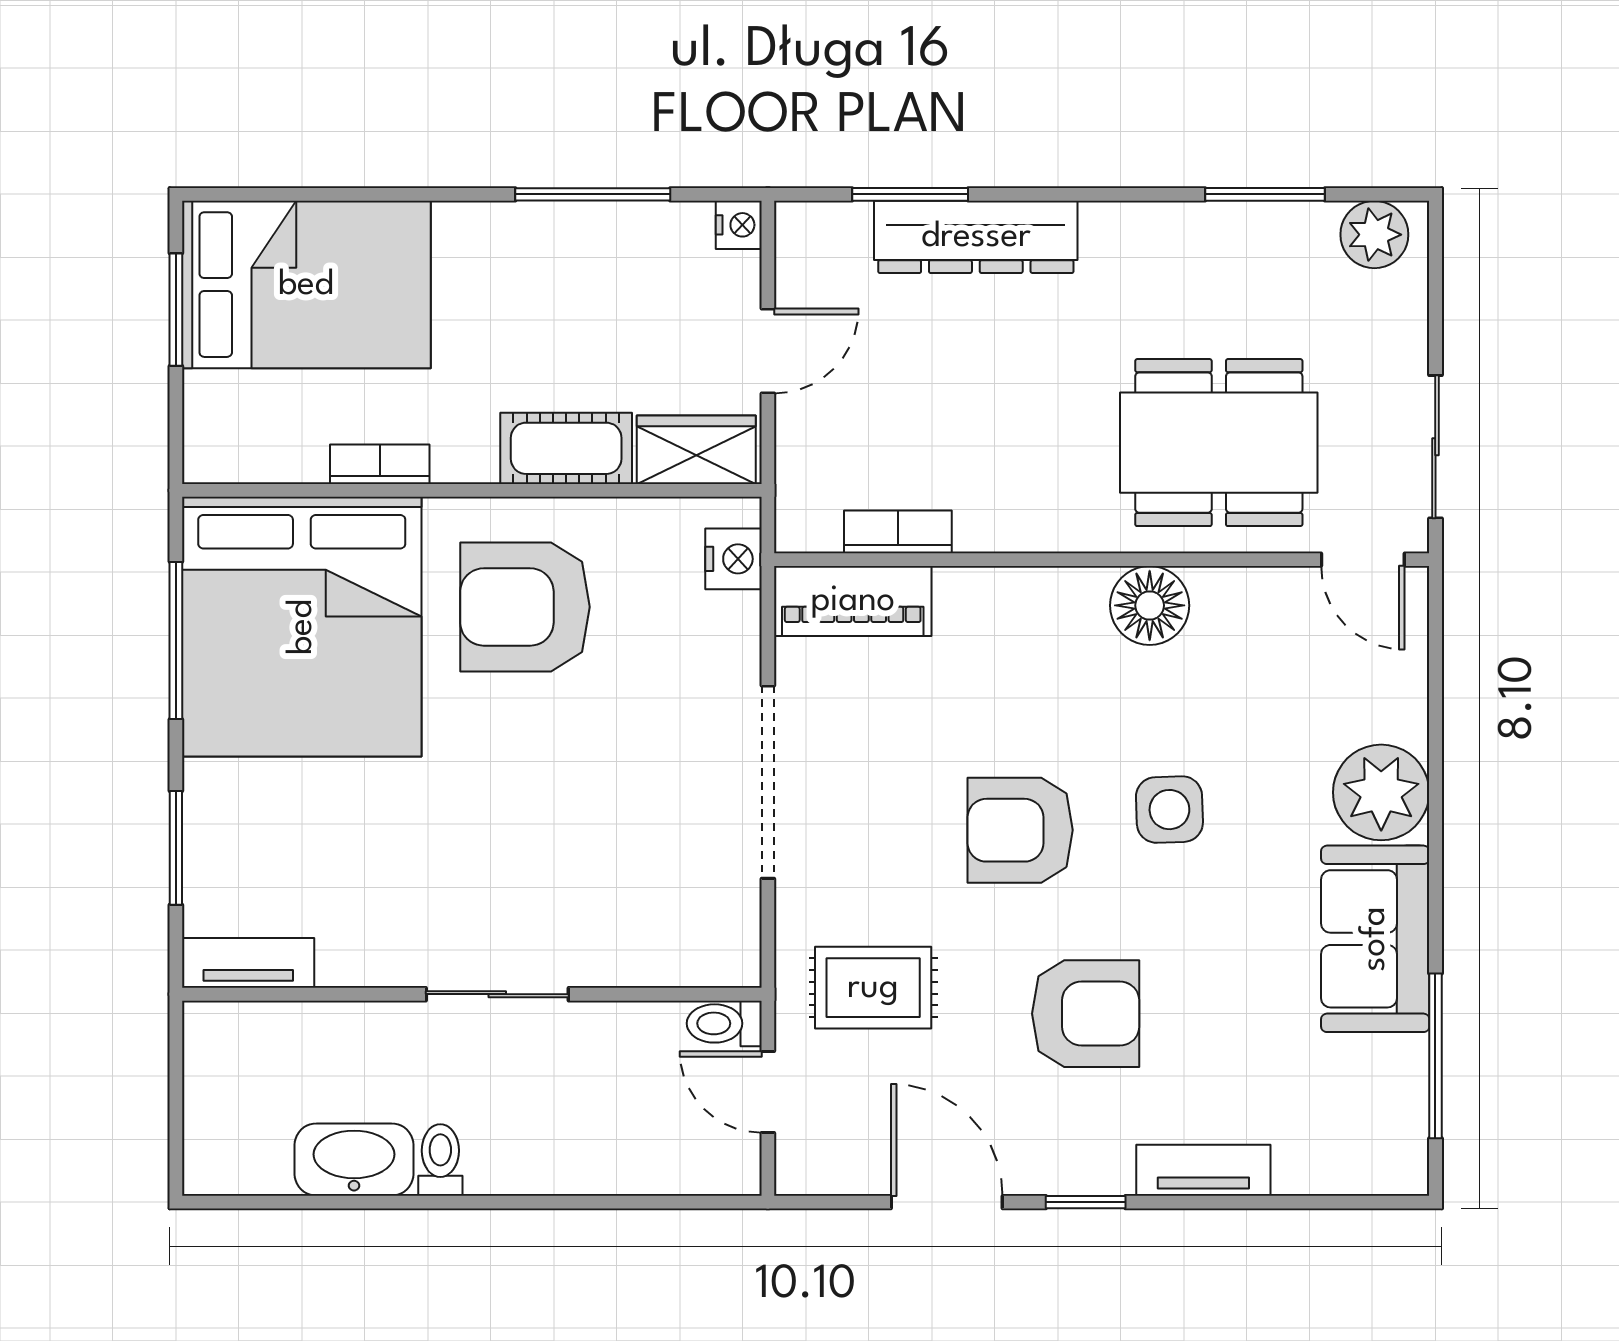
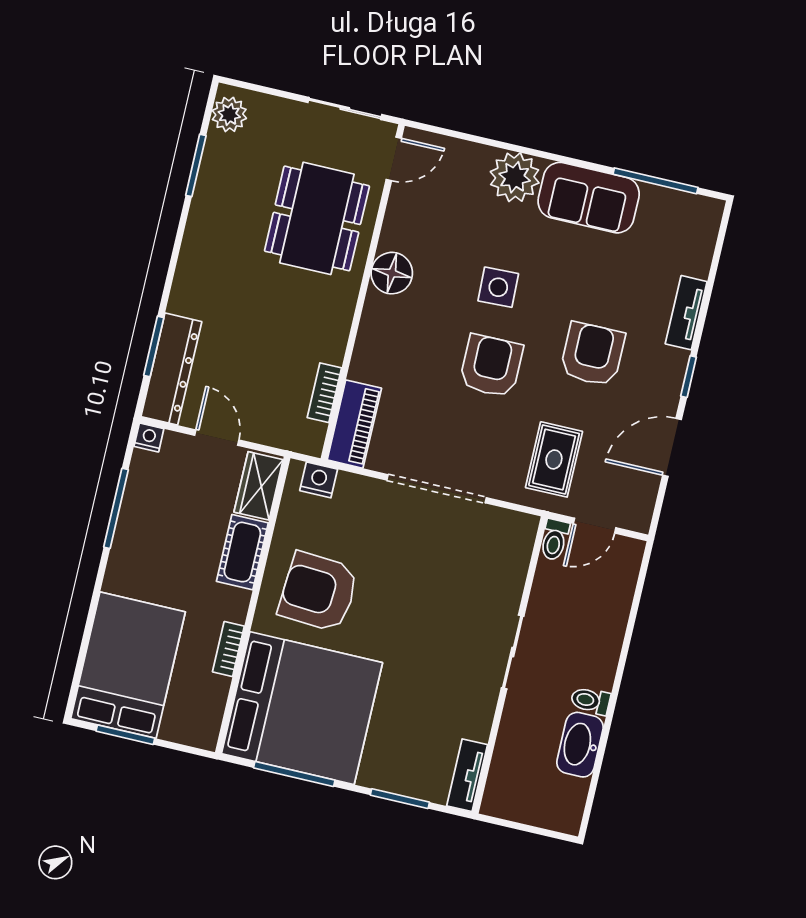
dresser: (976, 237) -> (171, 369), moved
armchair: (525, 607) -> (318, 592), turned 94
armchair: (1020, 830) -> (491, 366), turned 180

